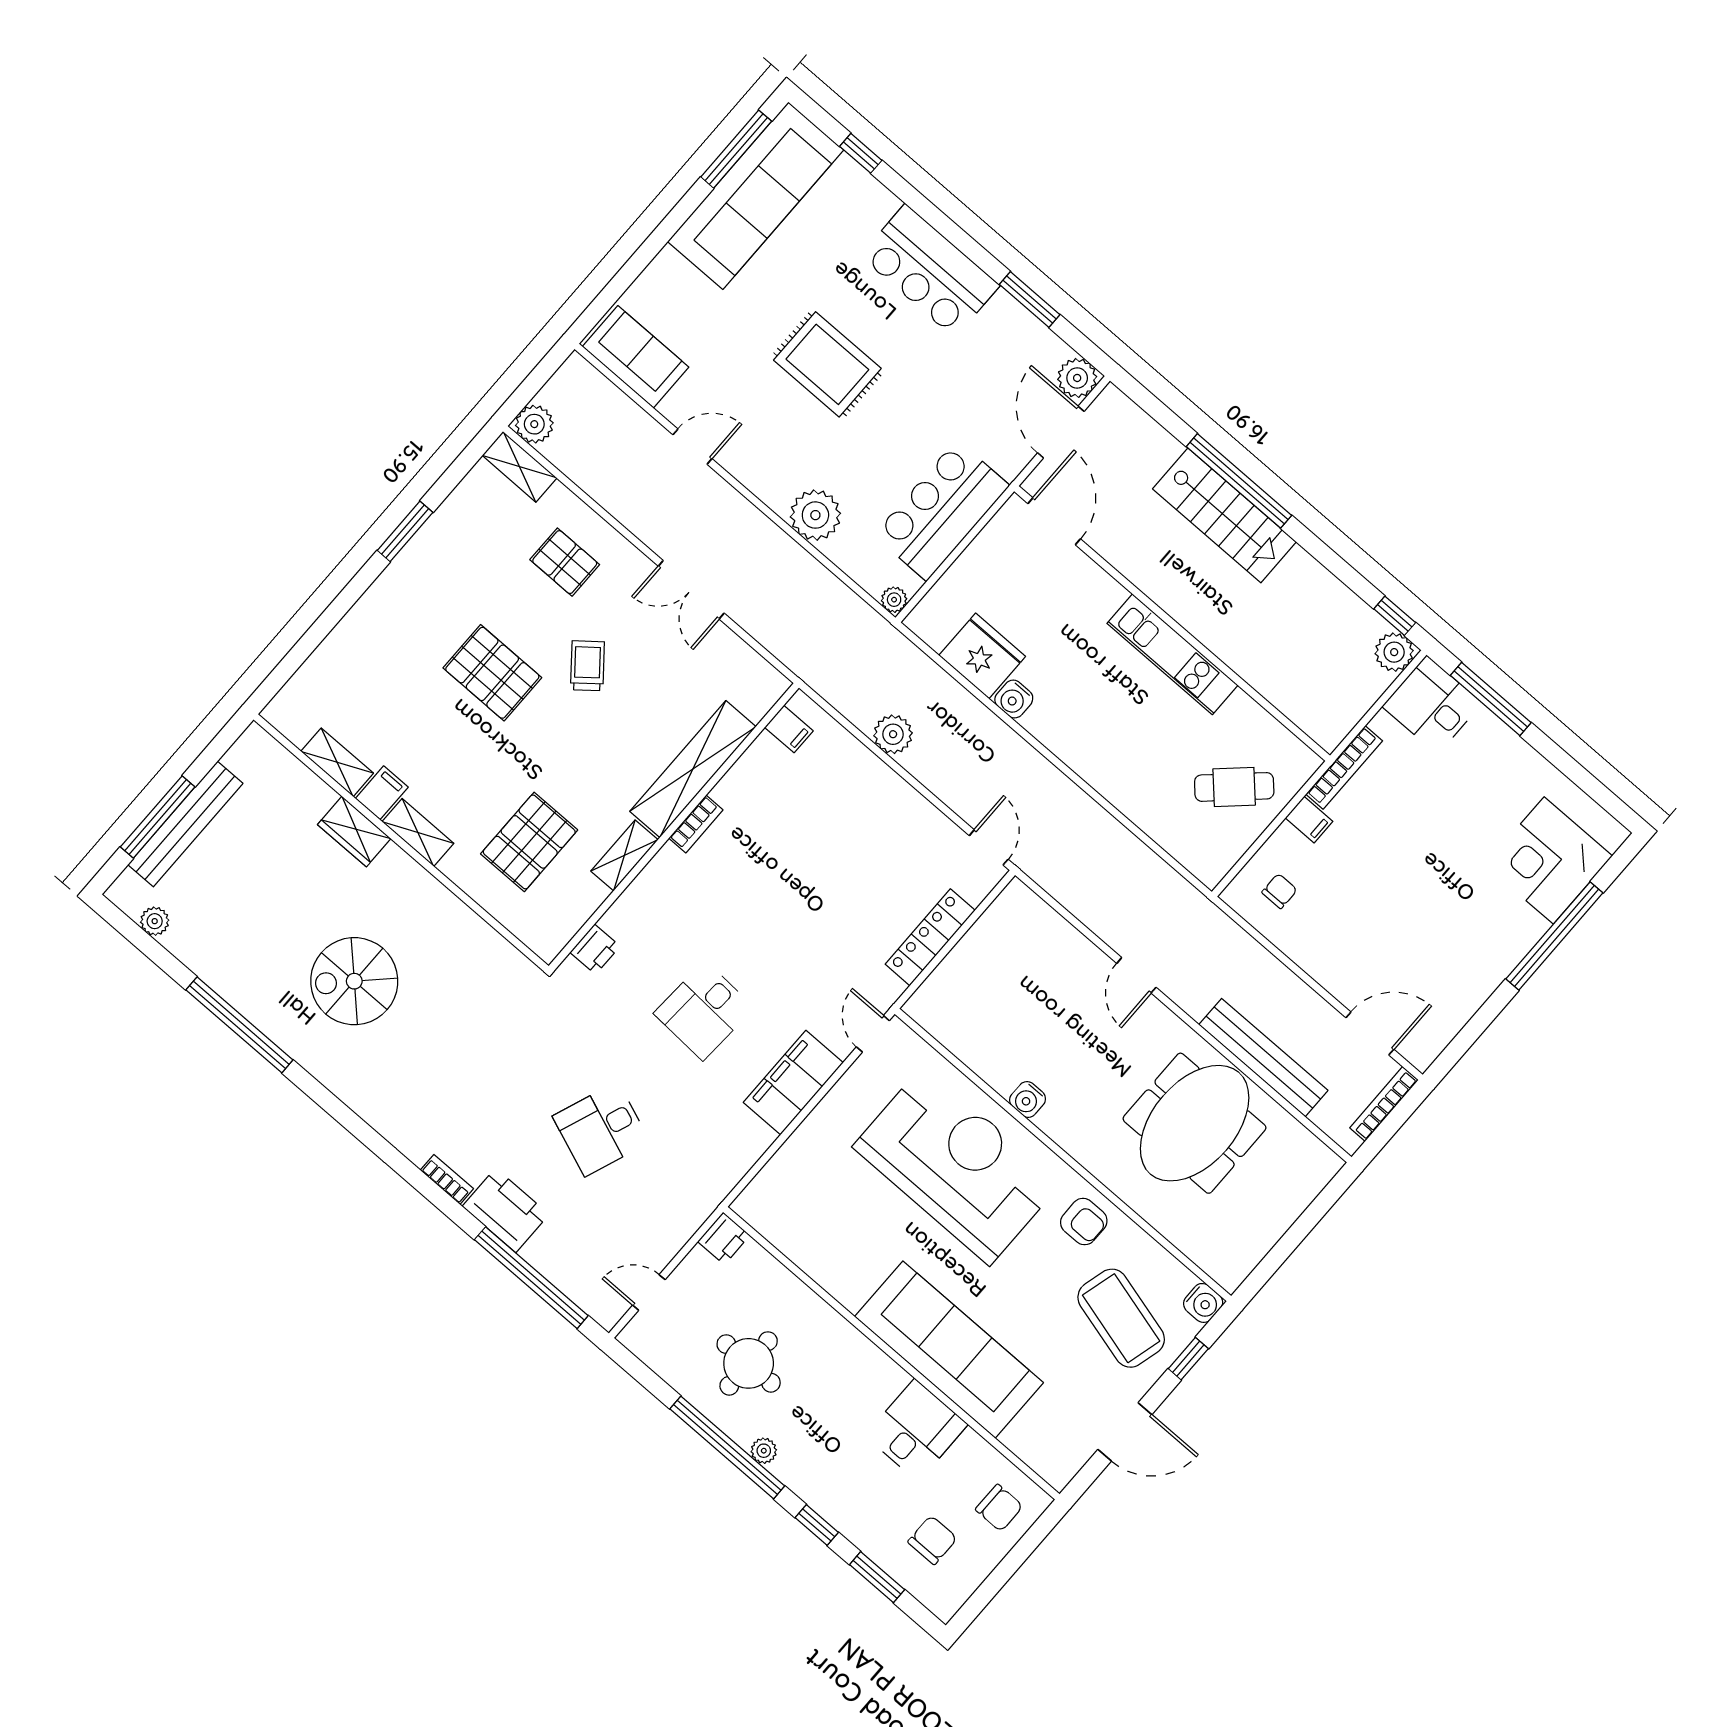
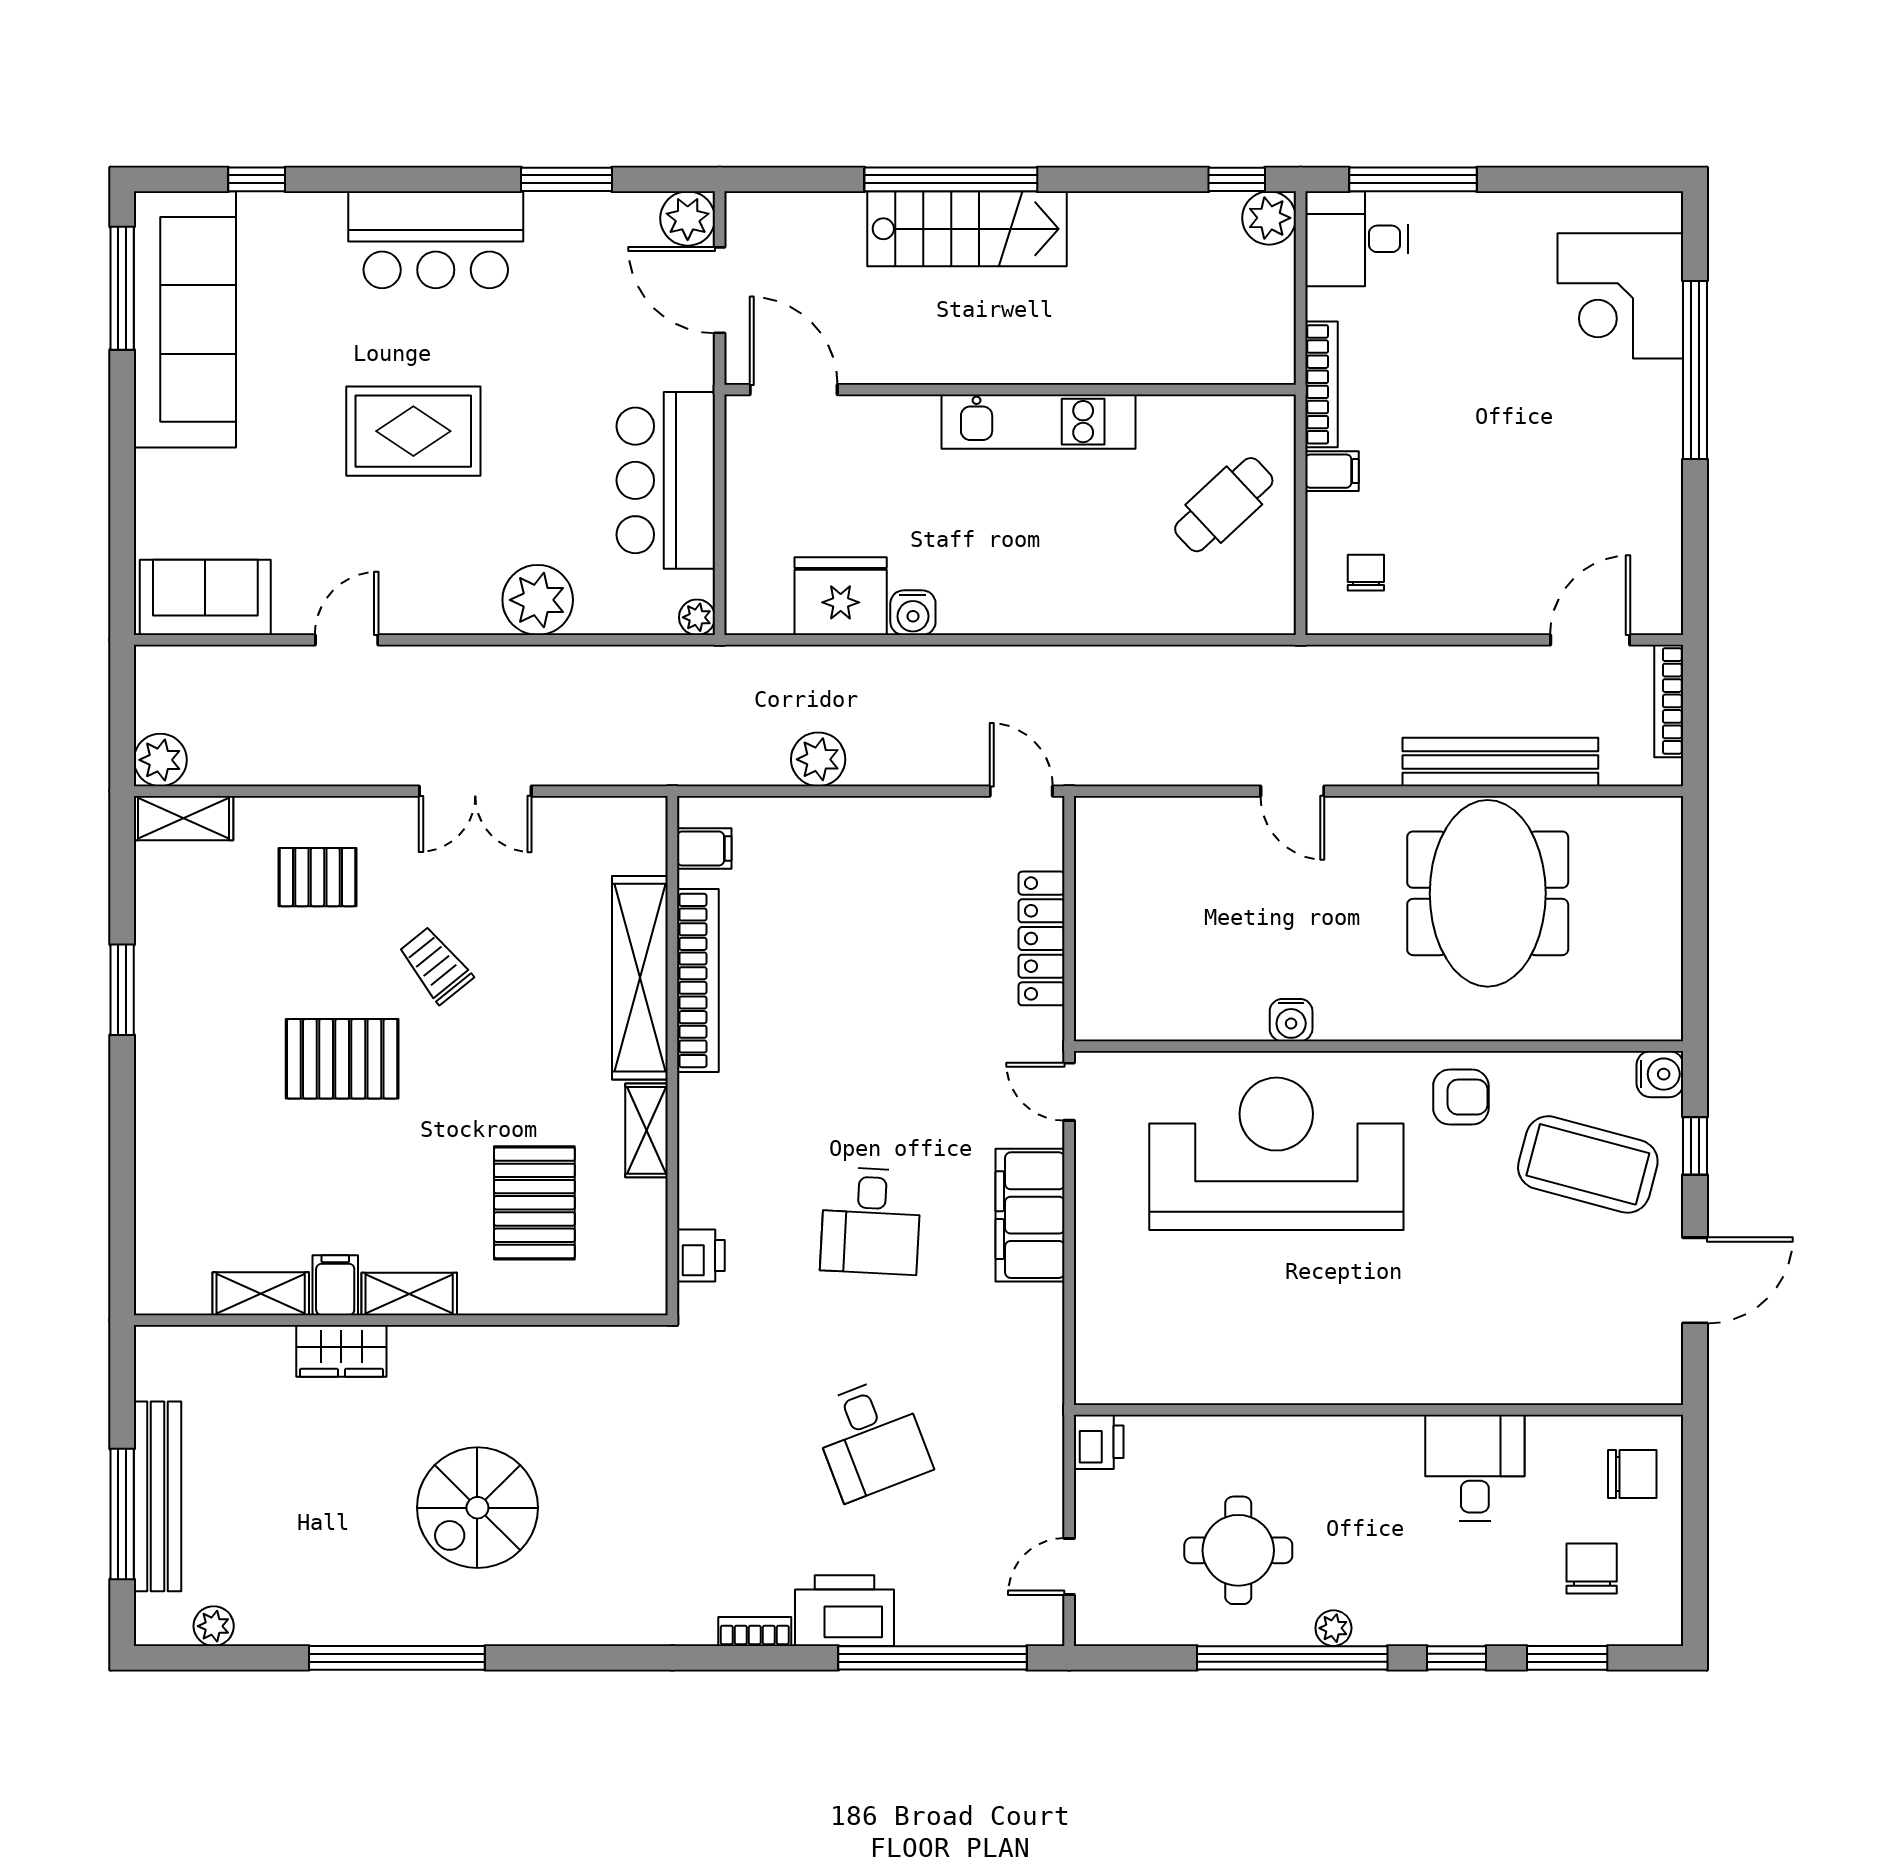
bookcase: (696, 824) -> (698, 980), width x2.31, depth x1.31
desk: (601, 1129) -> (871, 1438), turned -42
sofa: (949, 1350) -> (1436, 1354), removed

